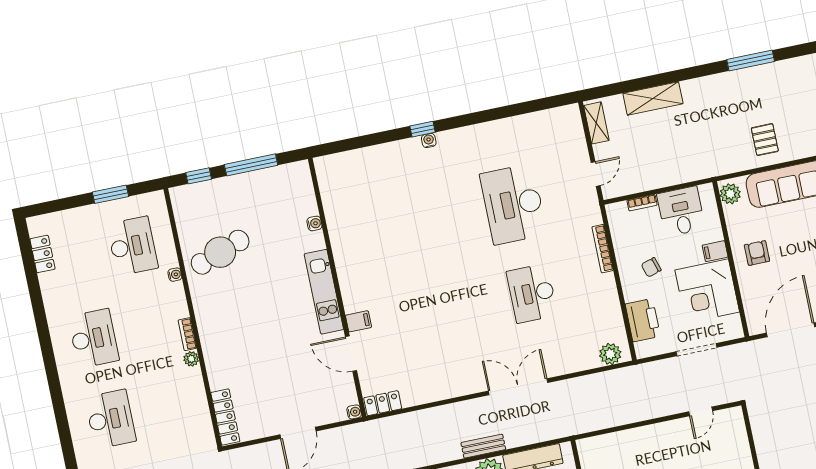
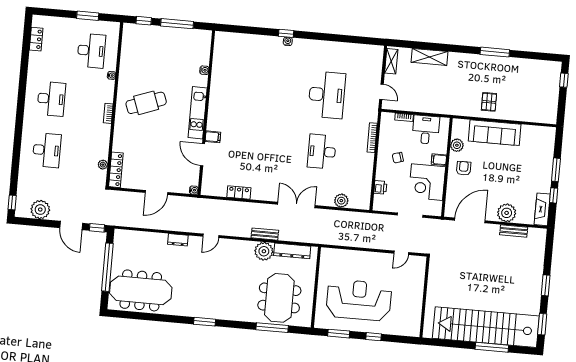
door: (596, 174) -> (381, 92), hinge flipped
plant: (730, 194) -> (457, 145), moved
desk: (513, 204) -> (327, 95), turned 180
cafe table: (220, 252) -> (146, 103), moved
printer: (643, 320) -> (380, 187), width x0.53, depth x0.68
plant: (610, 354) -> (341, 201), moved
plant: (191, 359) -> (103, 165), moved
locker: (383, 403) -> (239, 192), moved

